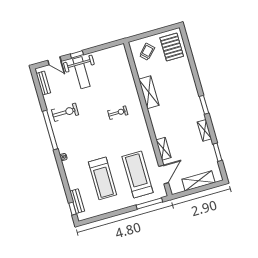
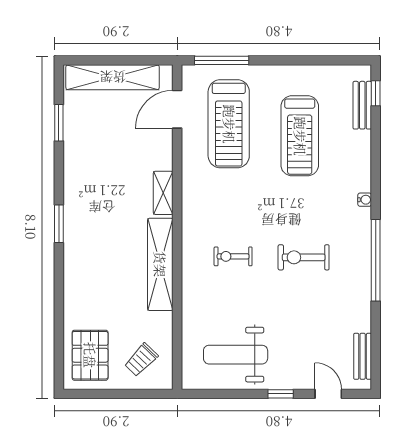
weight bench: (81, 73) -> (236, 355), moved, turned -90
shelving: (149, 92) -> (160, 264), width x1.47
exercise bike: (65, 112) -> (304, 257), moved
shelving: (204, 130) -> (72, 173), removed
shelving: (164, 149) -> (163, 193), moved
treadmill: (102, 178) -> (300, 136), turned 180
shelving: (198, 181) -> (113, 77), width x1.47

